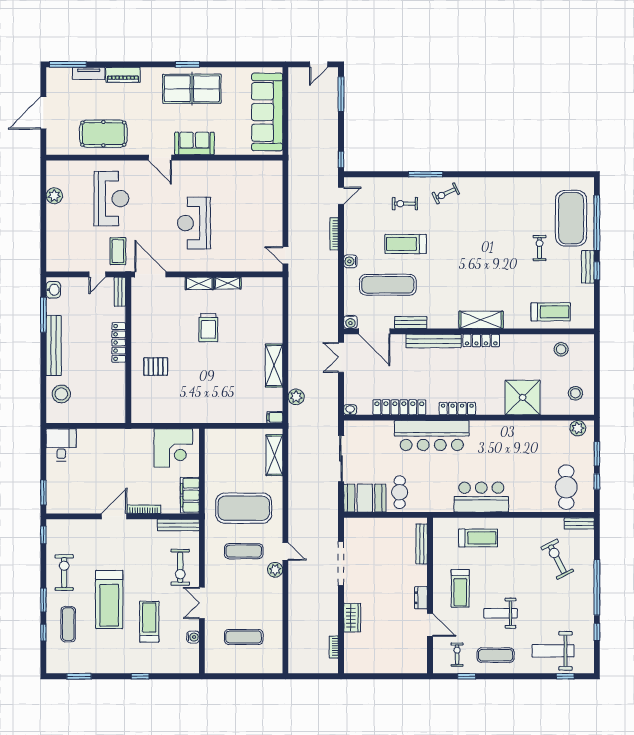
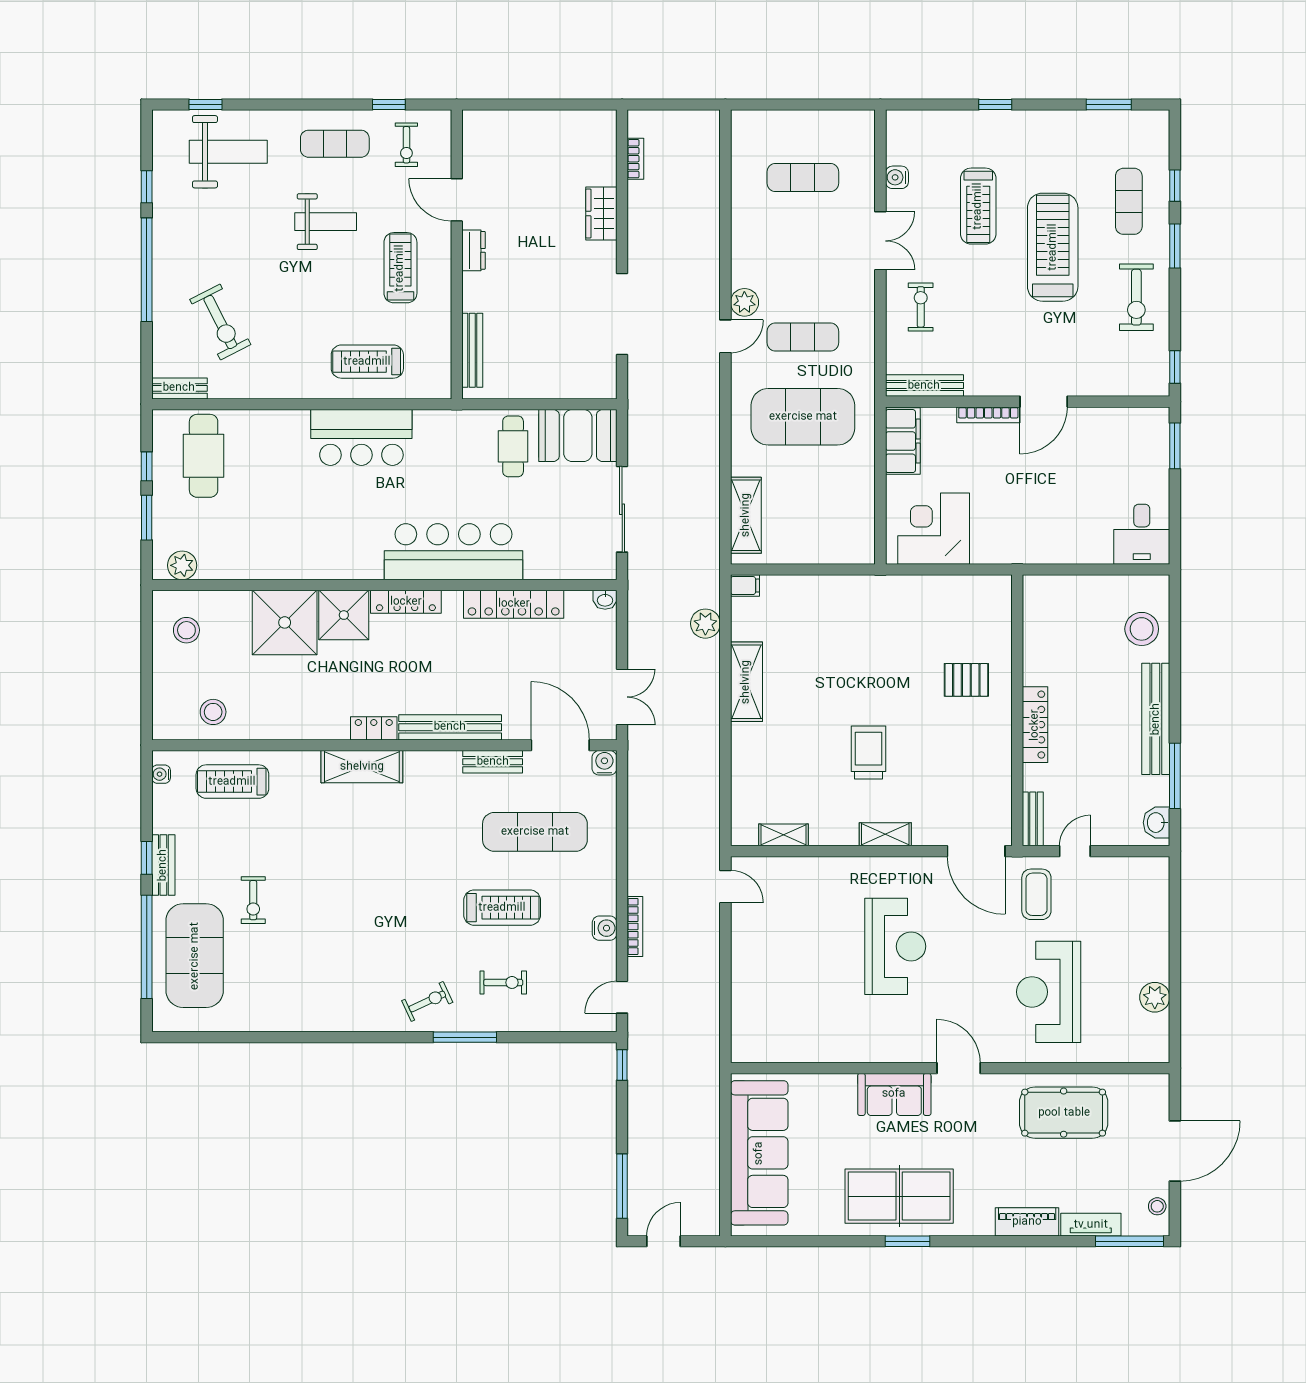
stool: (53, 83) -> (1157, 1206), added
water cooler: (350, 261) -> (605, 928), moved
shelving: (228, 283) -> (784, 835), moved
water cooler: (589, 316) -> (161, 774), added
locker: (481, 340) -> (374, 728), width x0.66
shower: (491, 401) -> (344, 615), added
door: (285, 551) -> (725, 336), swing flipped
exercise bike: (180, 567) -> (921, 307), width x0.73, depth x0.72

